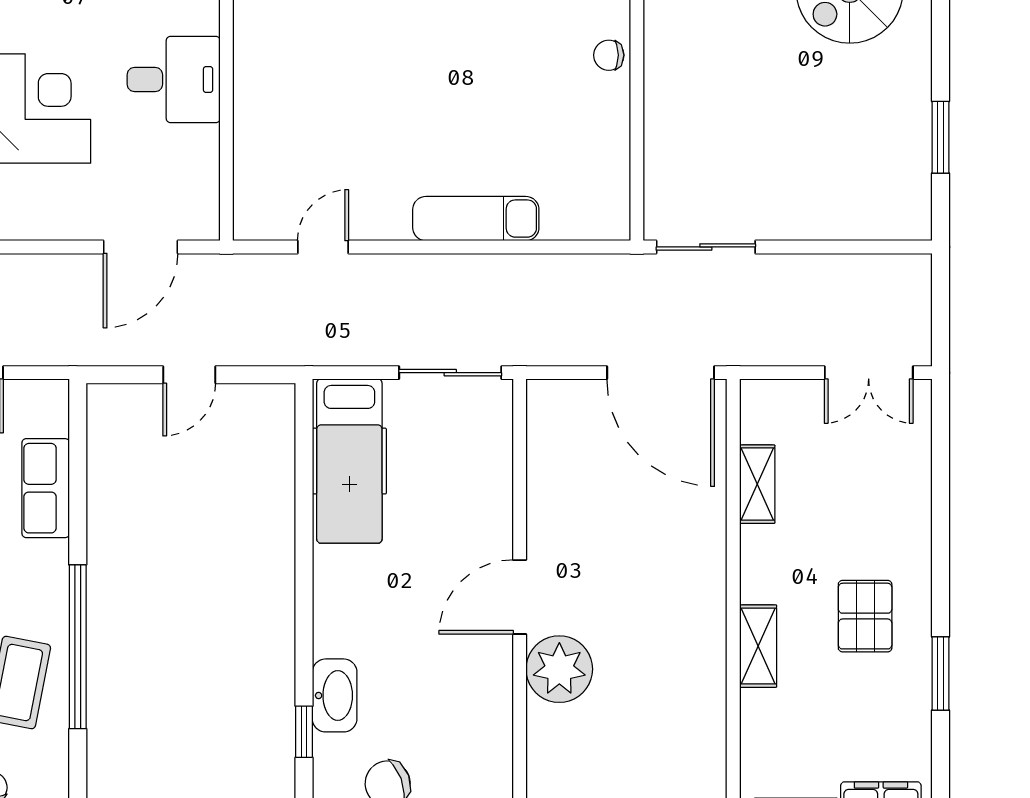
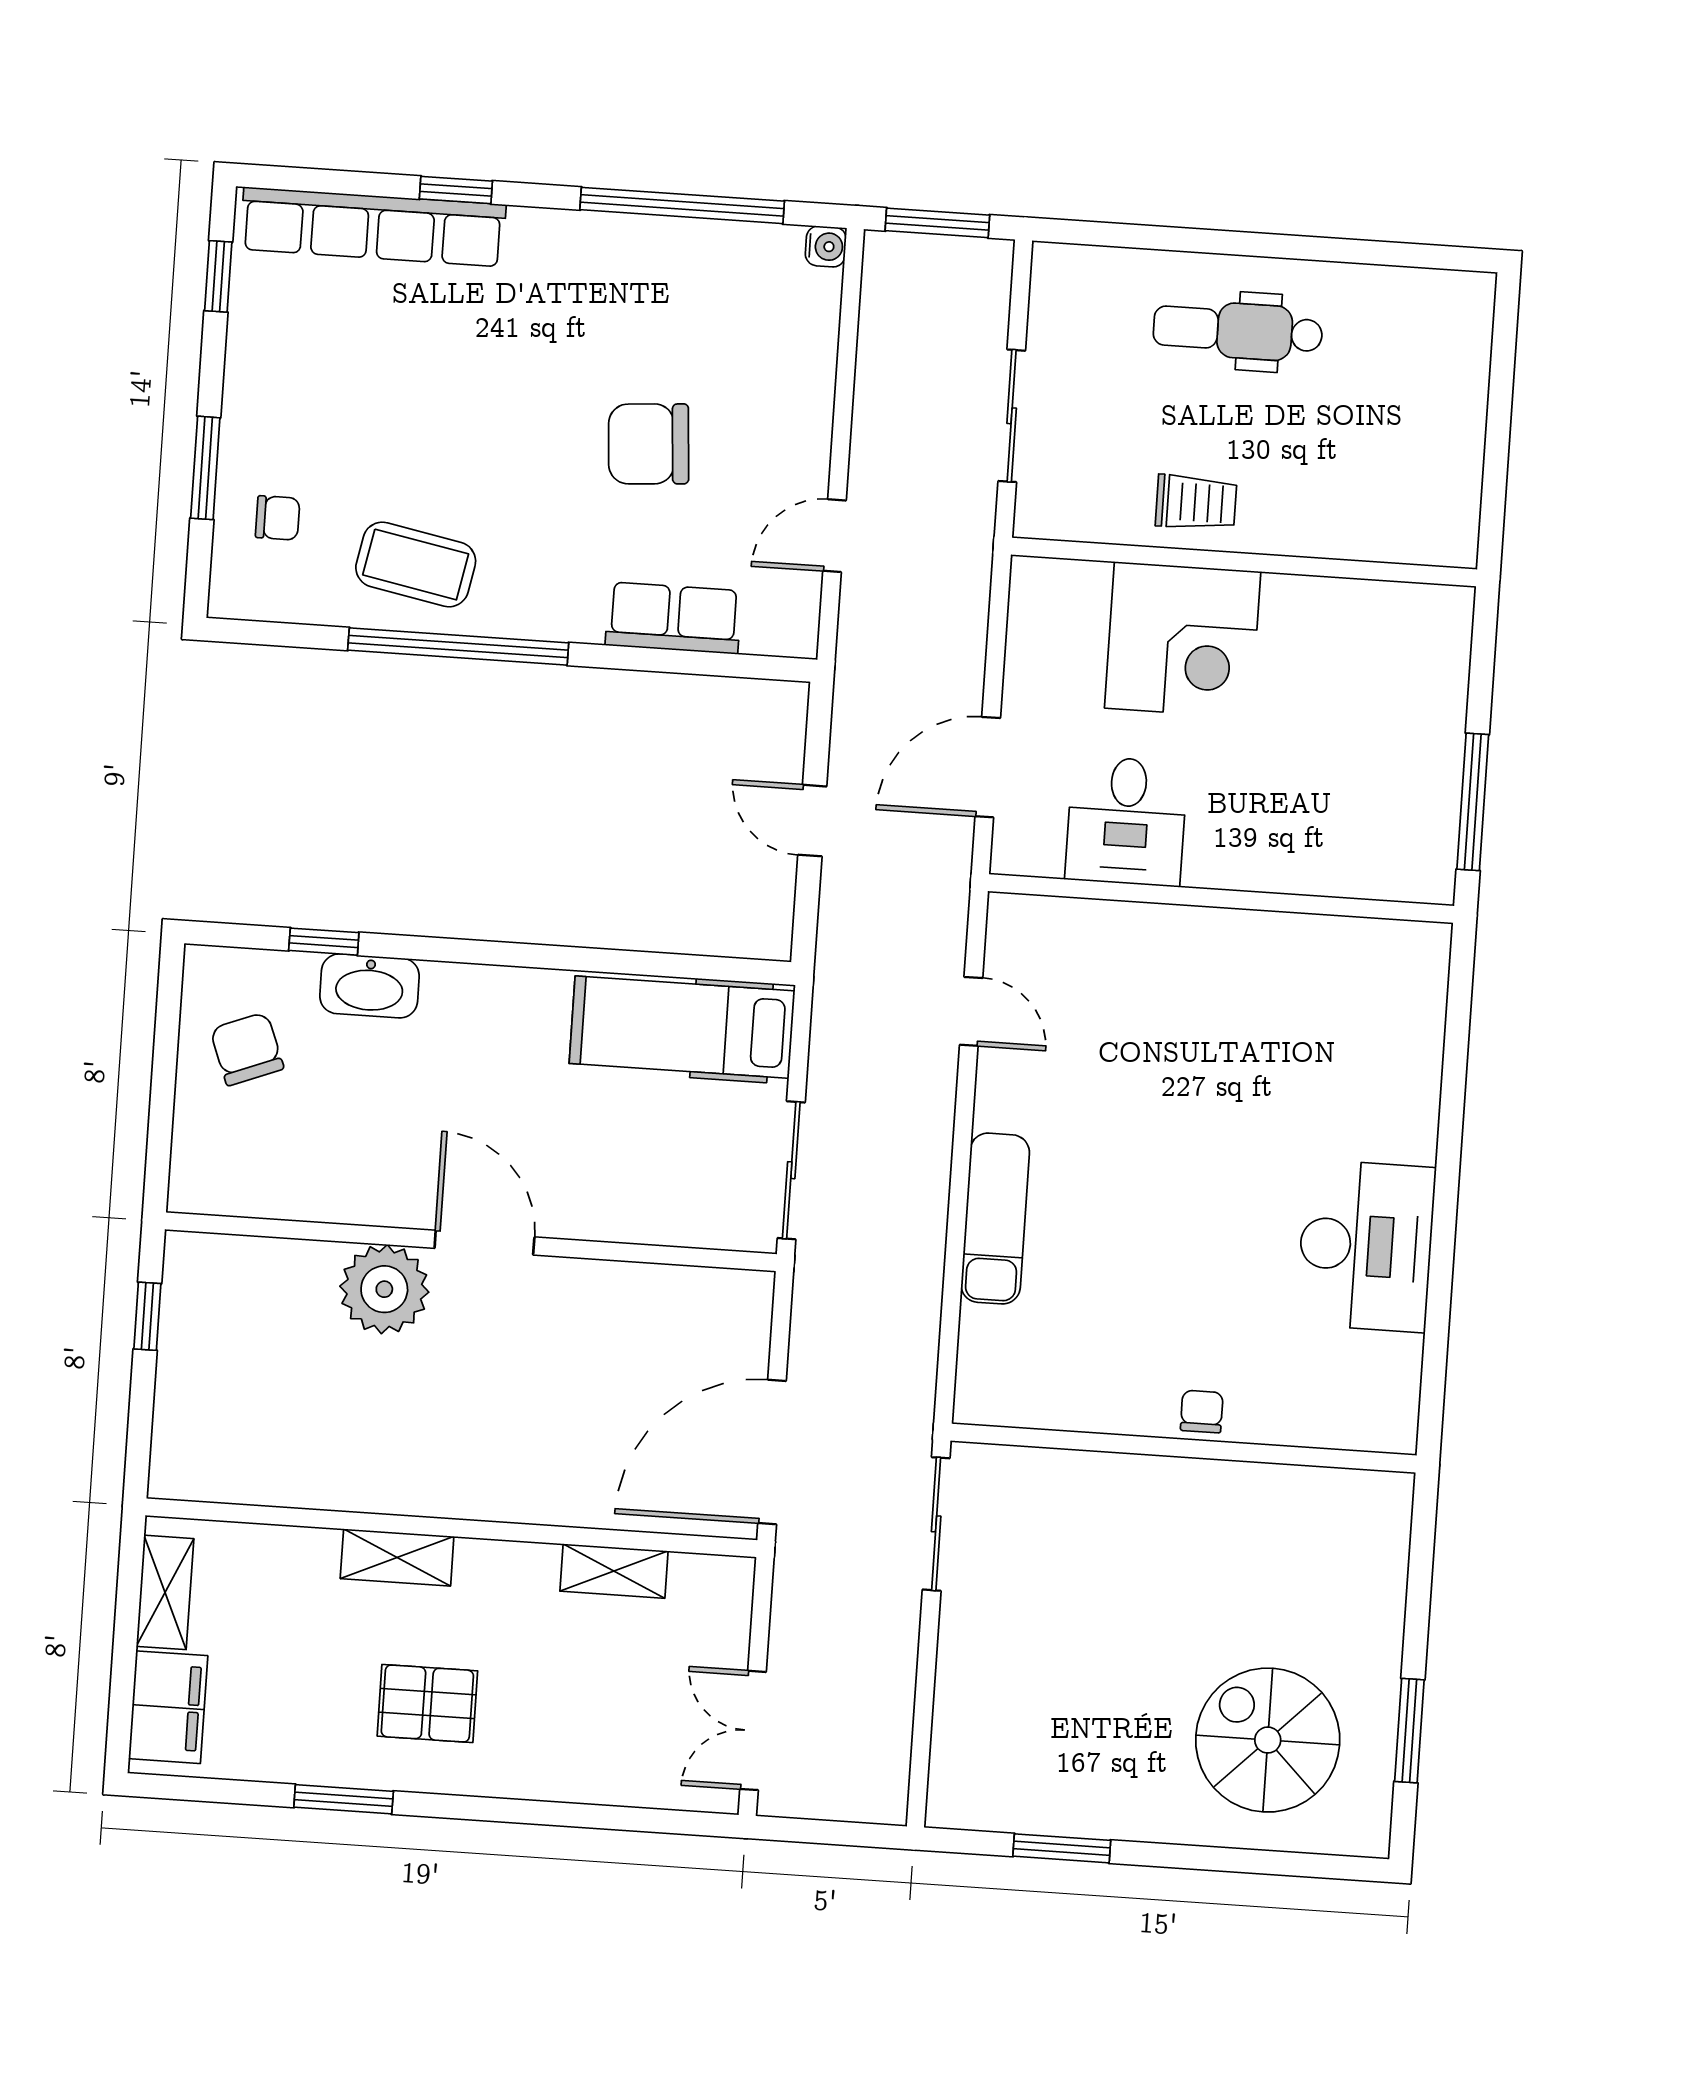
desk: (174, 80) -> (1126, 821), moved
door: (141, 247) -> (988, 767), hinge flipped

